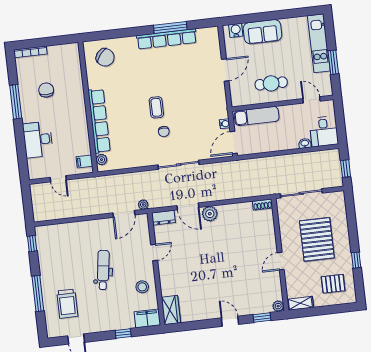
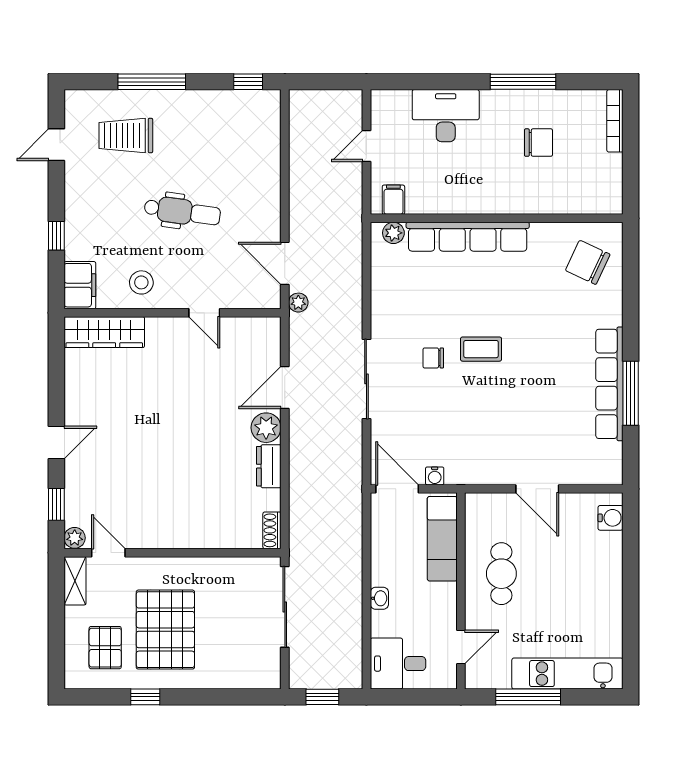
sofa: (262, 32) -> (602, 569), removed
chair: (105, 57) -> (588, 262), turned 76
window: (333, 62) -> (528, 697), width x1.44
washbasin: (305, 143) -> (379, 598), moved
dresser: (163, 218) -> (269, 466), moved
pallet: (317, 239) -> (165, 630), moved, turned 90
door: (281, 261) -> (108, 553), moved
wardrobe: (171, 310) -> (104, 332), width x1.50

